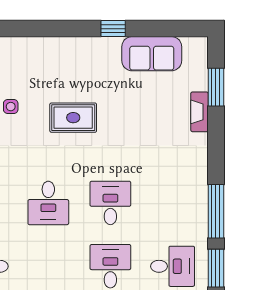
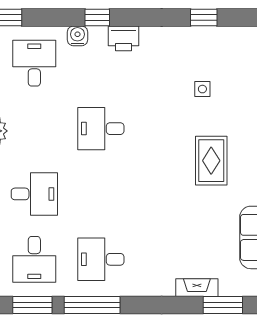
rug: (73, 118) -> (211, 161), moved
desk: (110, 203) -> (101, 259), moved, turned 180

